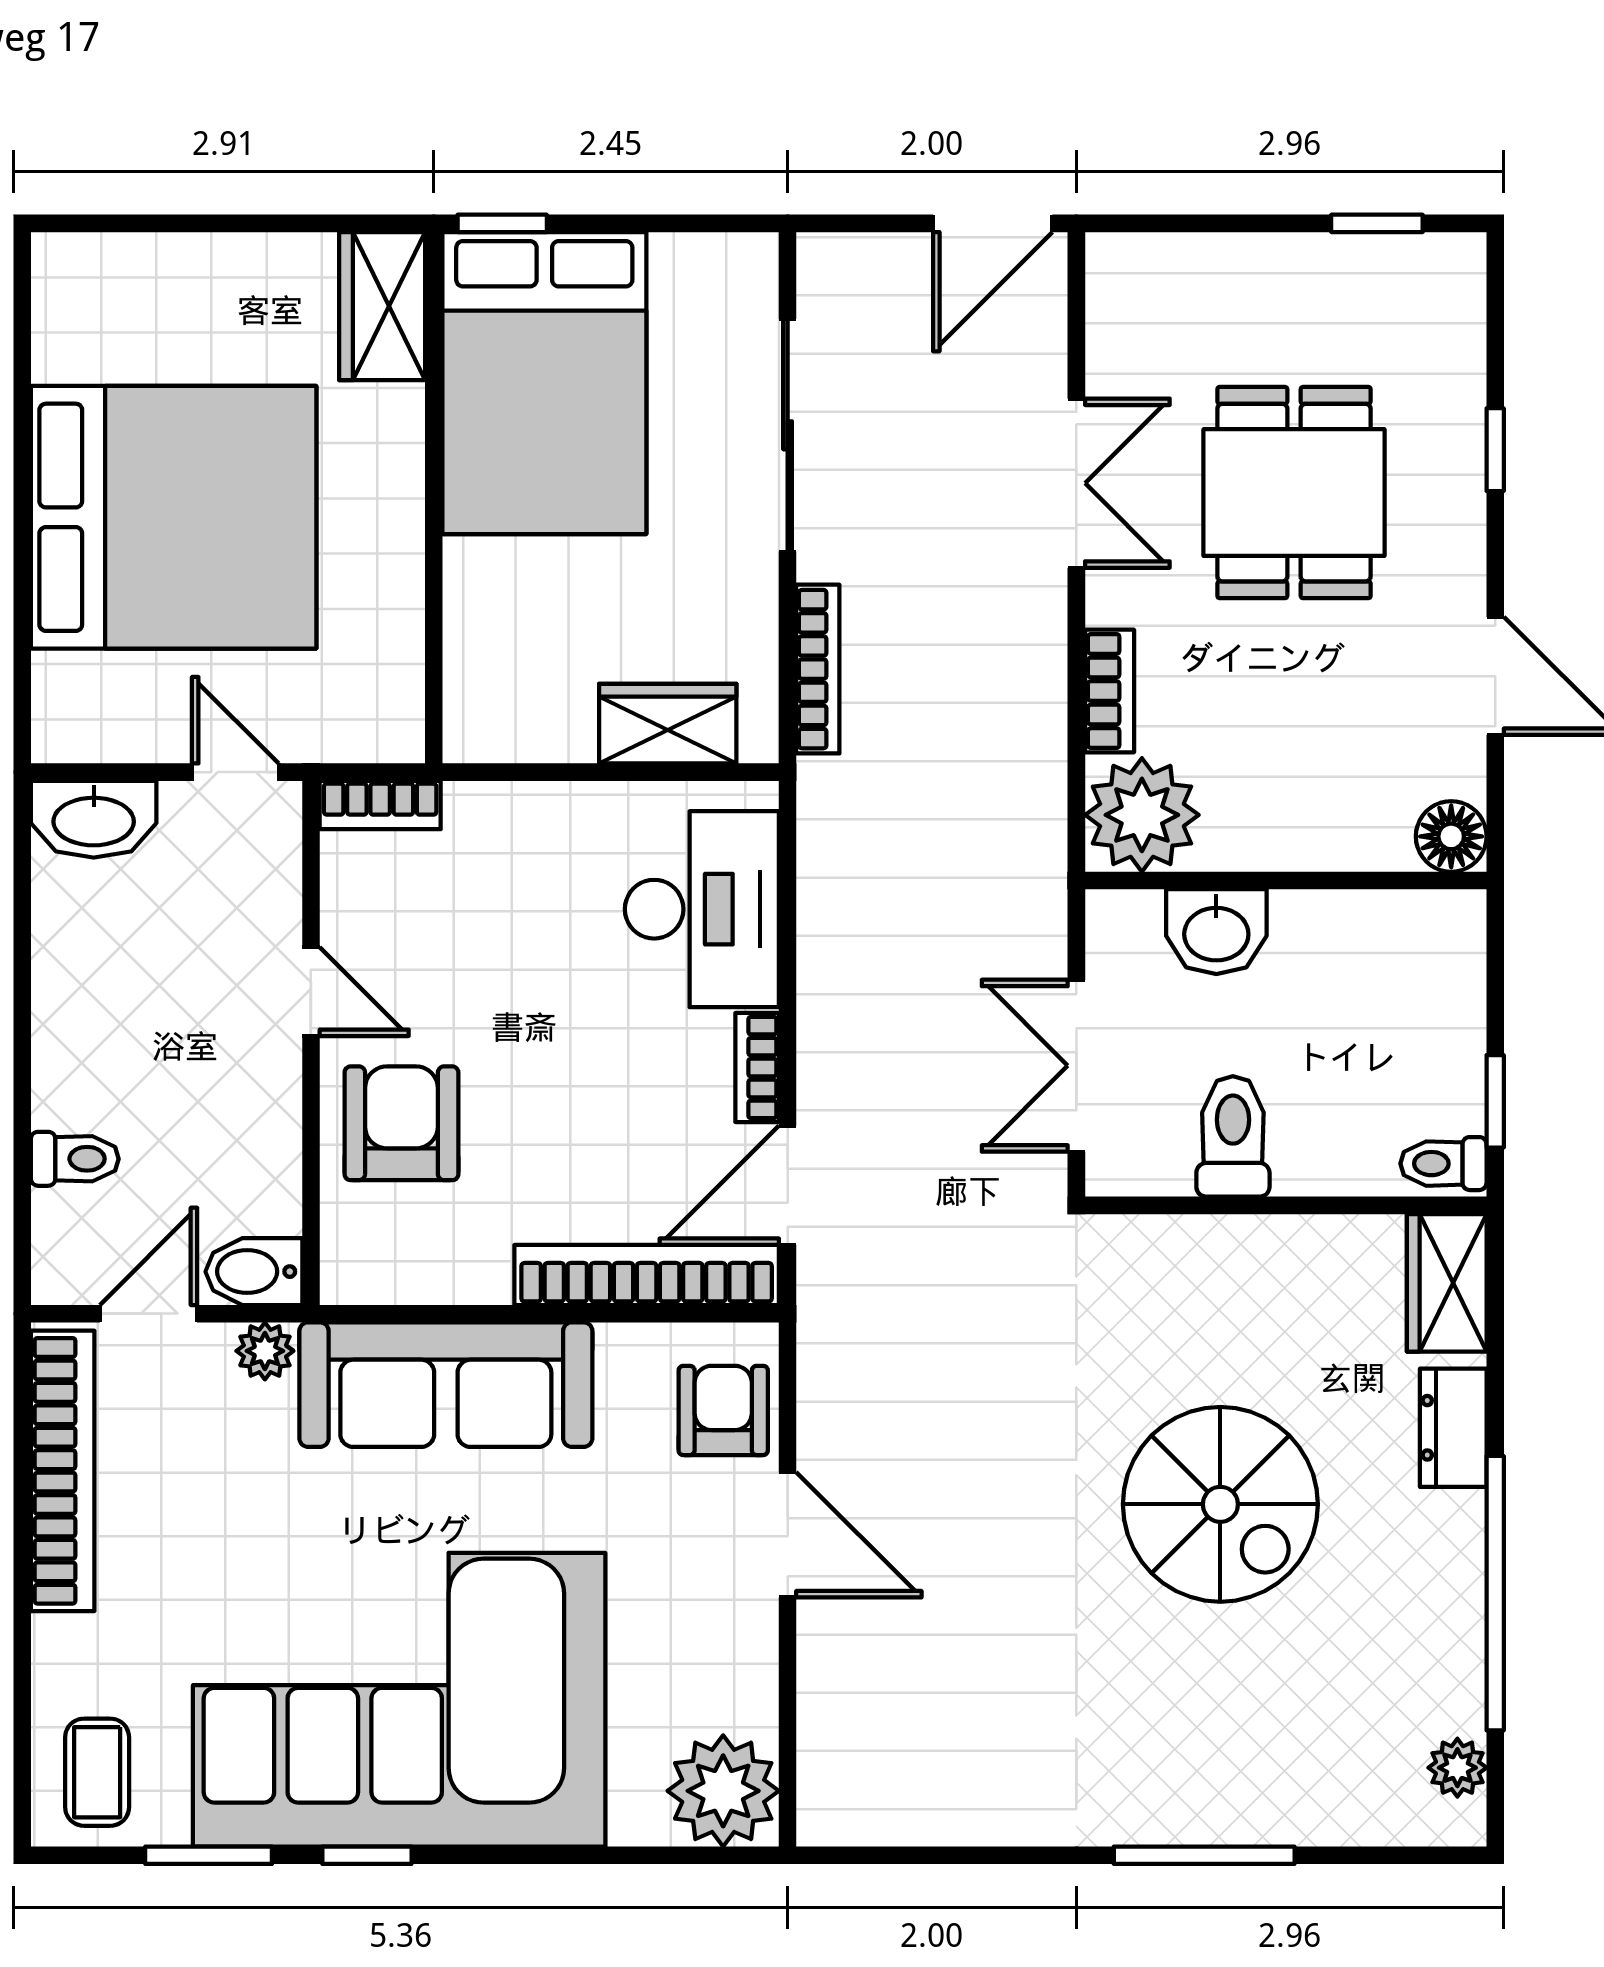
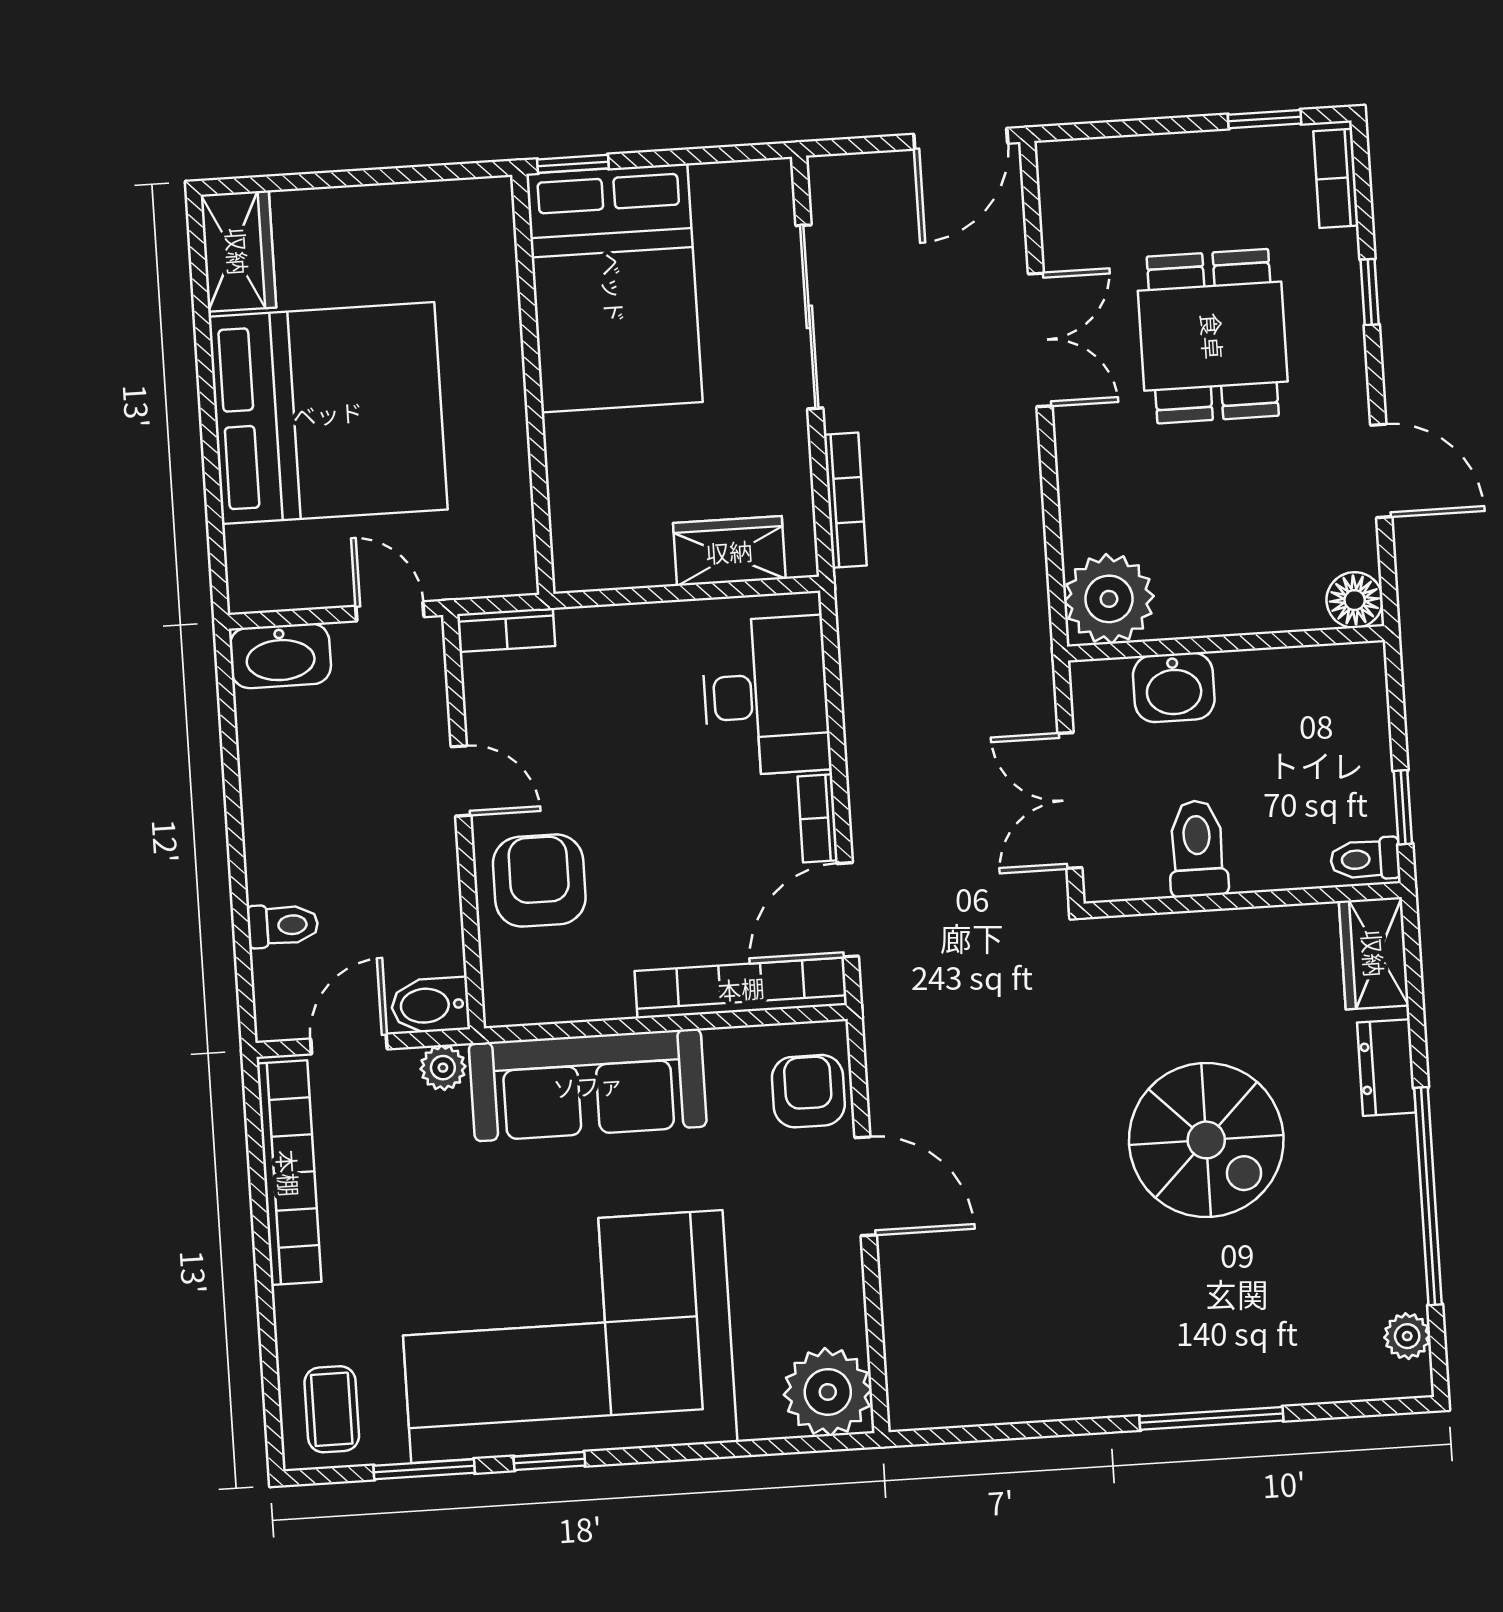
wardrobe: (382, 306) -> (238, 251), moved, turned 180
bookcase: (1110, 691) -> (1336, 178), moved, turned 180

